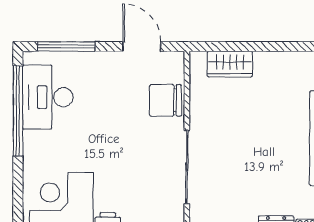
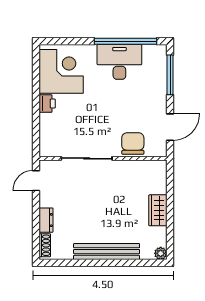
wardrobe: (230, 64) -> (158, 210), moved
desk: (48, 97) -> (119, 62), moved

